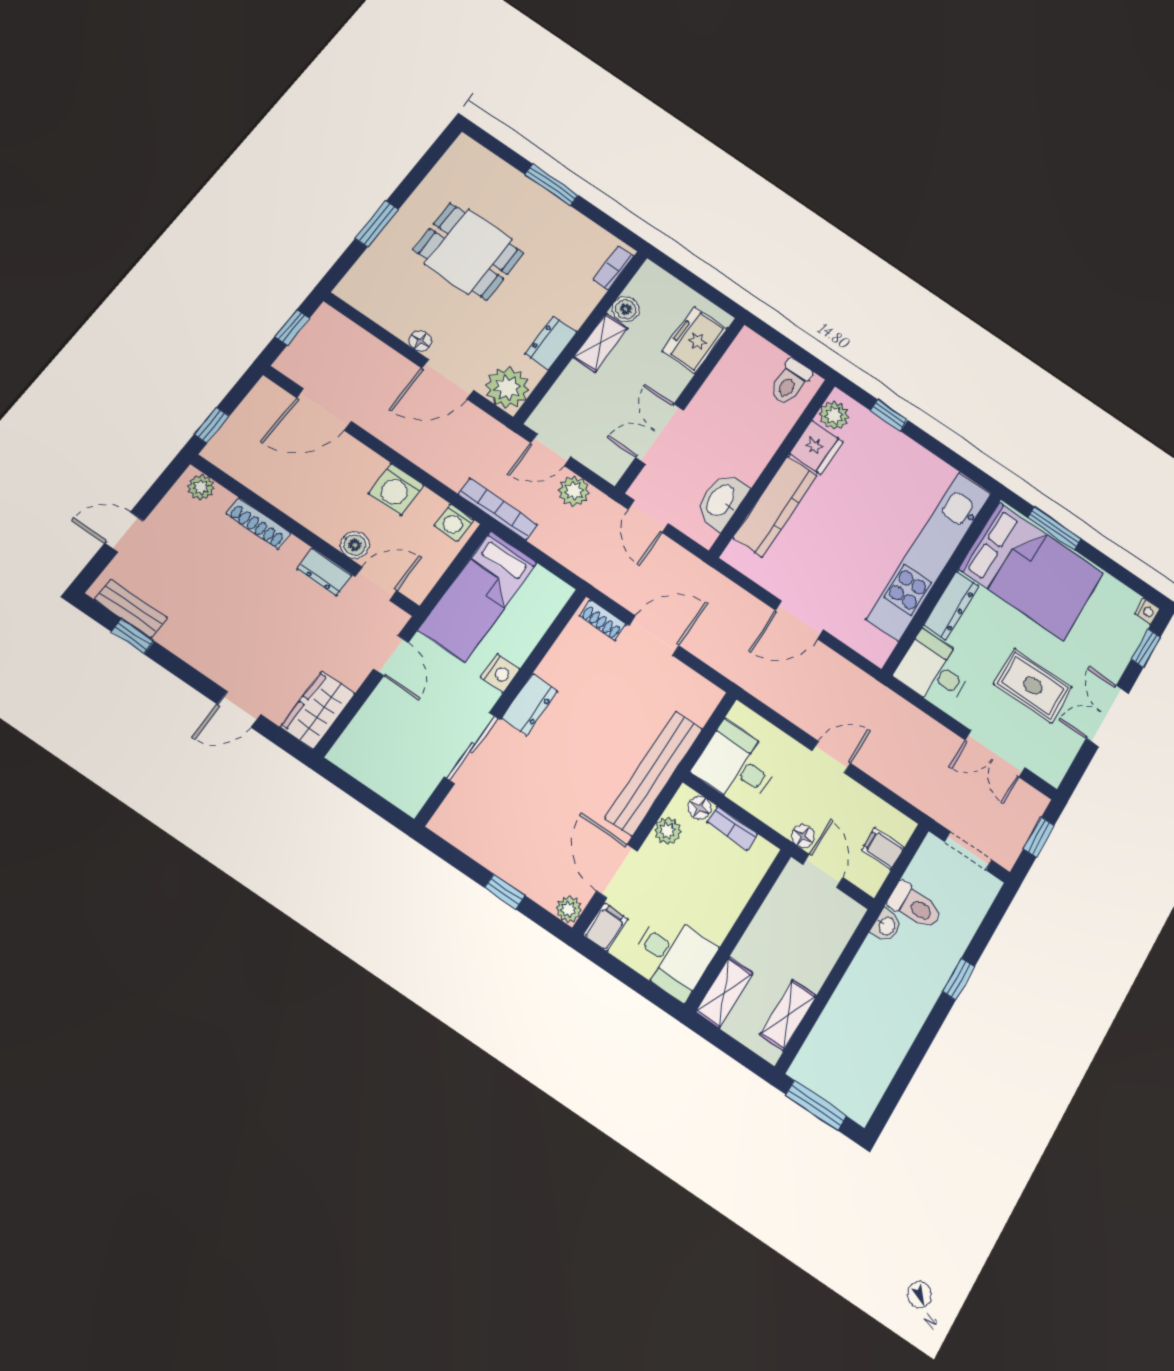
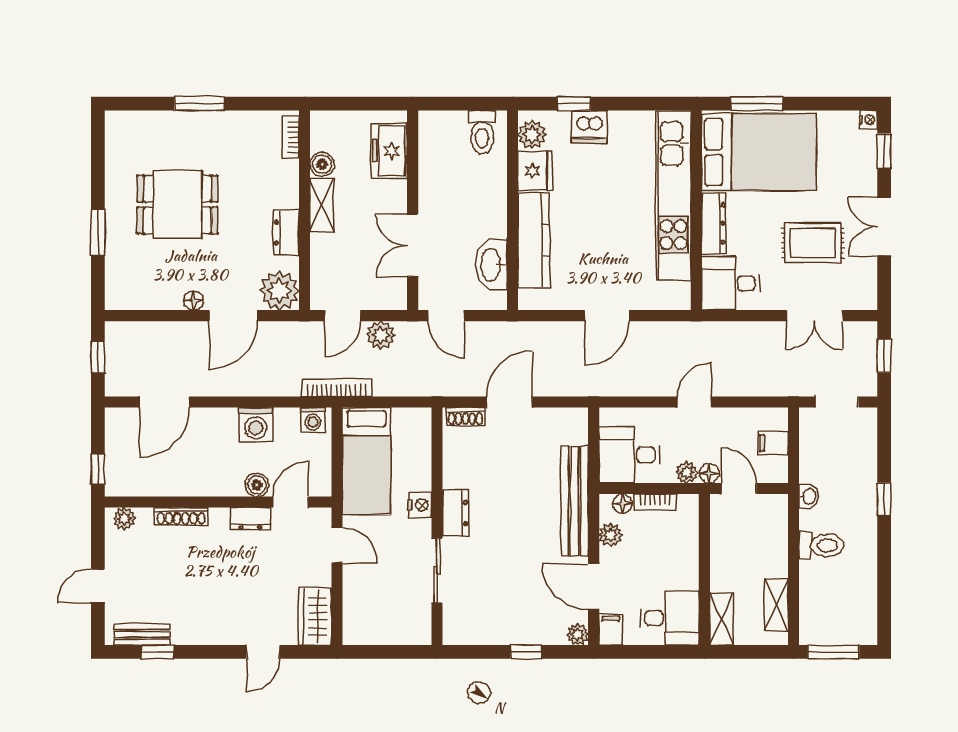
dishwasher: (890, 444) -> (589, 127), added
plant: (782, 820) -> (687, 472), added
toilet: (915, 906) -> (821, 545), moved

